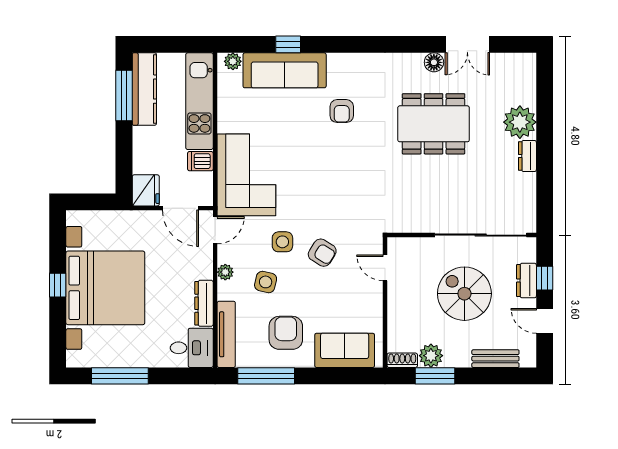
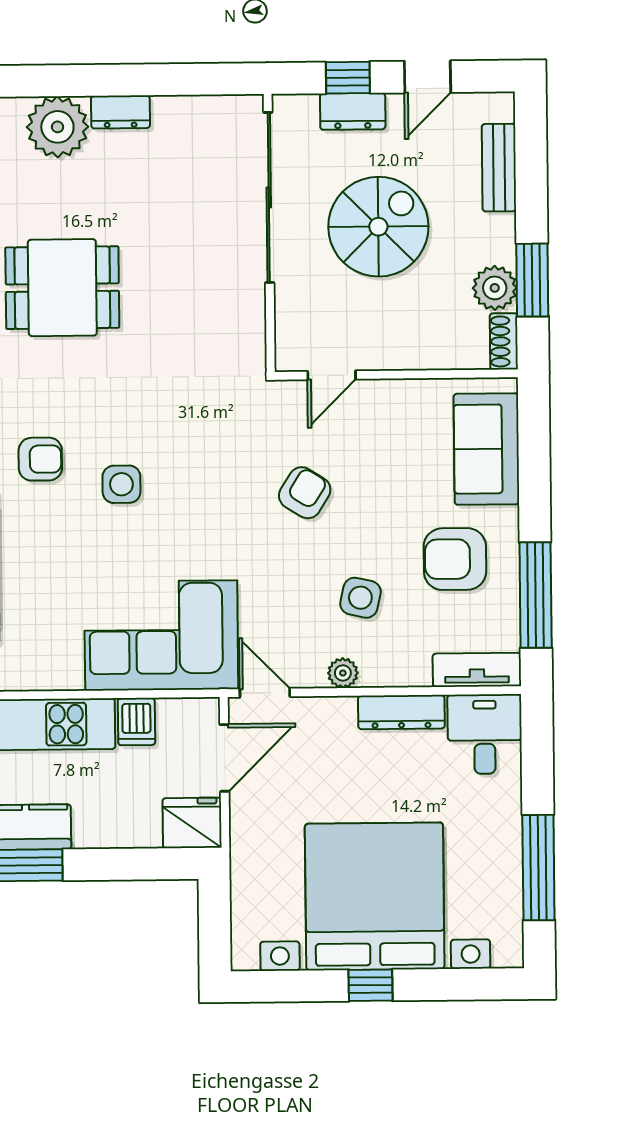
dining table: (434, 124) -> (62, 288), width x0.73
side table: (282, 242) -> (121, 484), moved
spiral stairs: (464, 294) -> (378, 227), turned 180
tv unit: (226, 334) -> (477, 670), width x0.71

